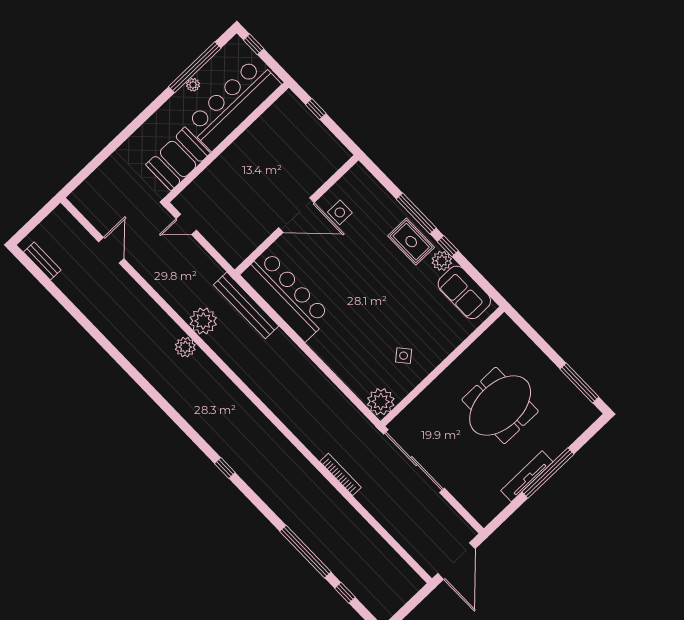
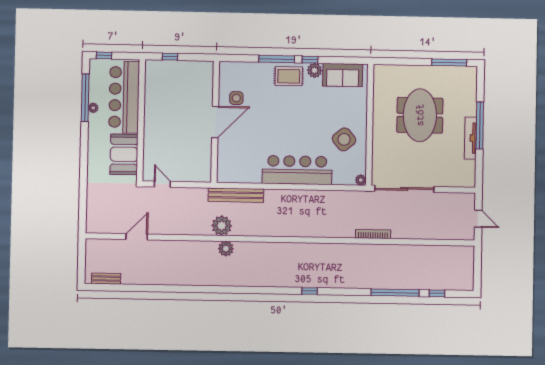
door: (186, 224) -> (162, 184), swing flipped
door: (111, 250) -> (137, 237), hinge flipped
bar counter: (286, 295) -> (297, 170), moved
side table: (404, 356) -> (344, 139), width x1.87, depth x1.87
plant: (381, 402) -> (361, 180), width x0.53, depth x0.53
door: (456, 561) -> (478, 219), width x0.53

